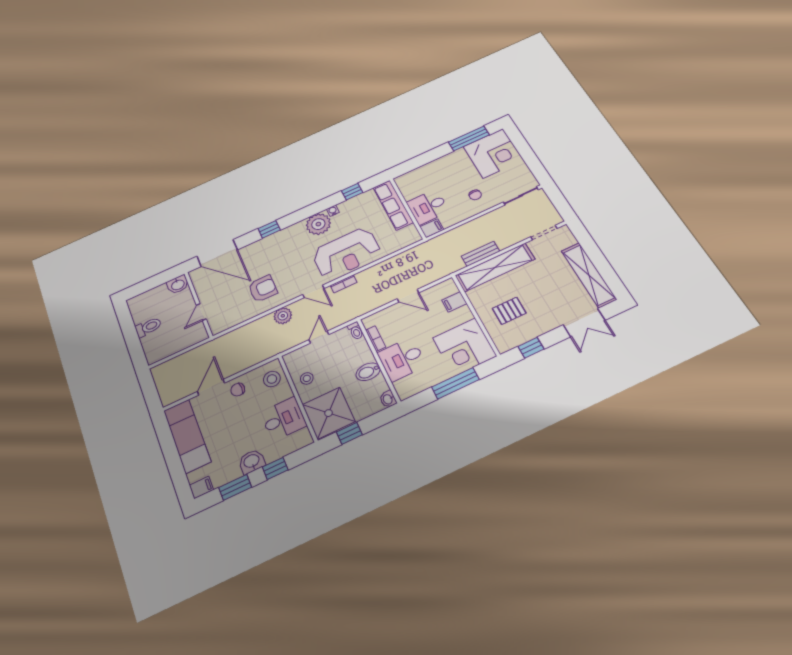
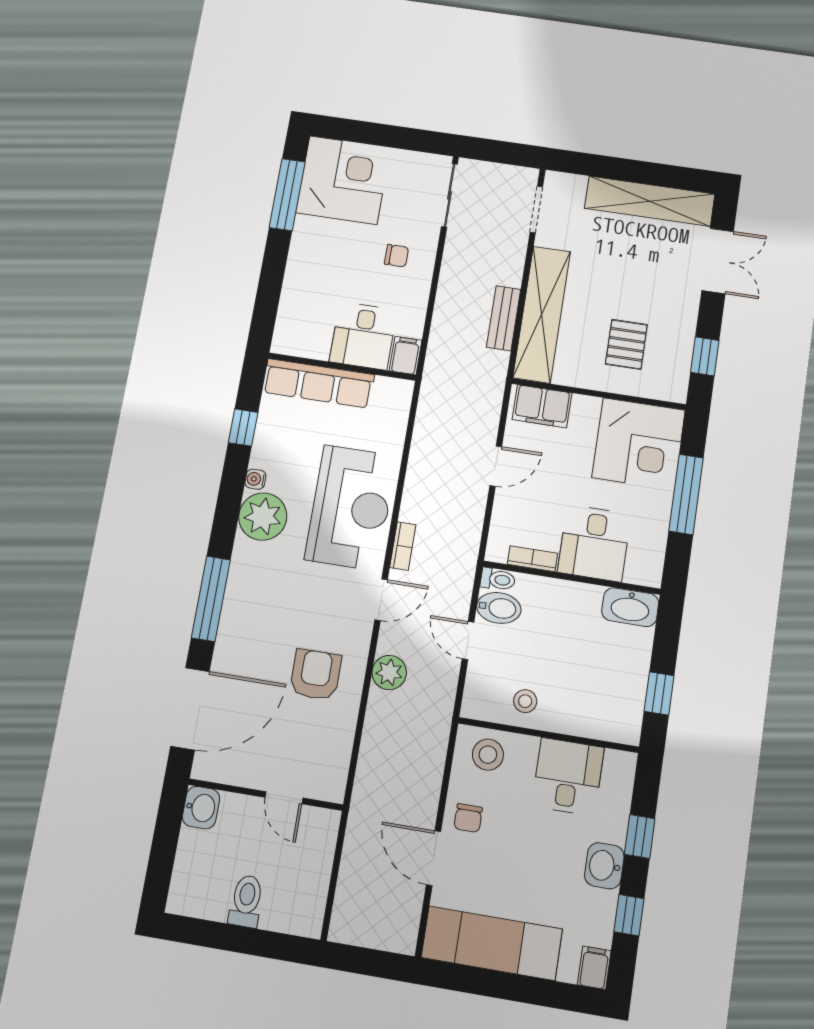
window: (269, 229) -> (211, 599), width x2.17
filing cabinet: (454, 302) -> (542, 406), width x2.00
bidet: (368, 372) -> (499, 608), moved, turned -90
washbasin: (388, 399) -> (630, 607), width x1.91, depth x1.45
shower: (329, 413) -> (605, 704), removed
window: (235, 487) -> (629, 915), width x0.67

